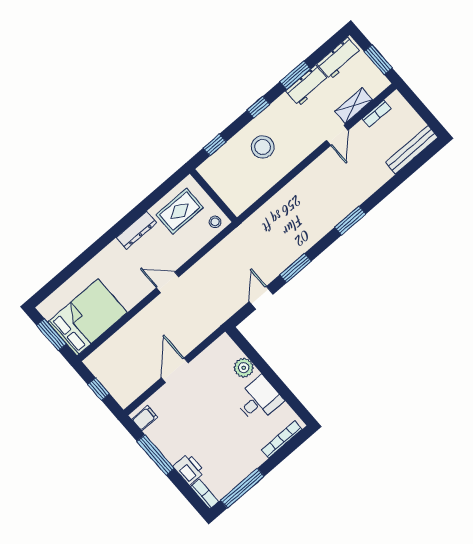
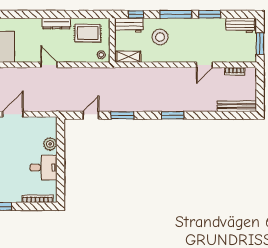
workbench: (307, 86) -> (129, 25), moved
shelving: (354, 106) -> (128, 57), moved
window: (258, 107) -> (176, 14), width x2.17

